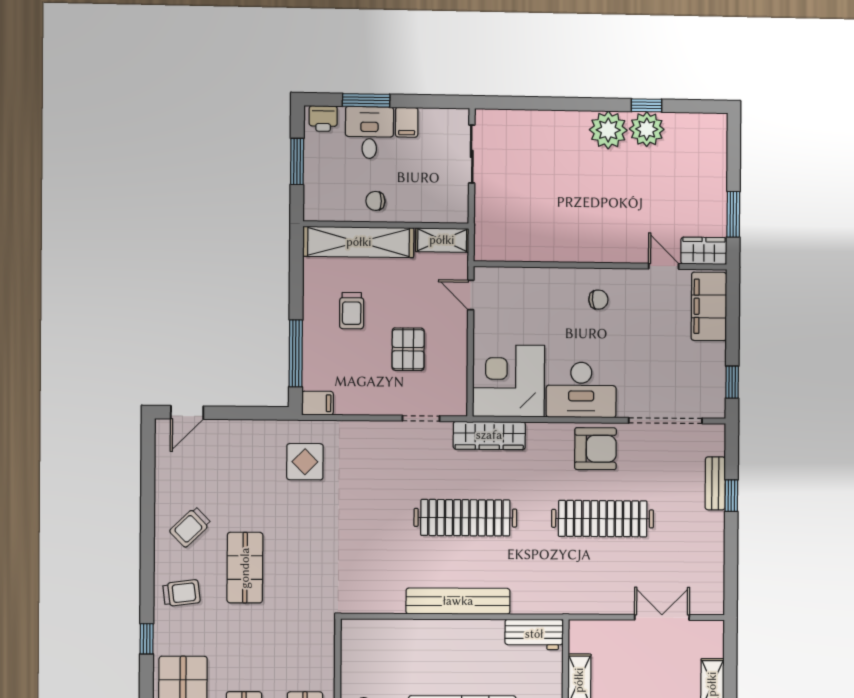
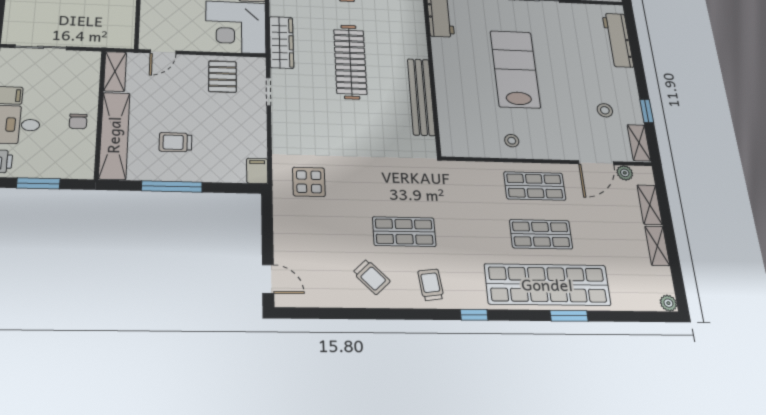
trolley: (352, 311) -> (175, 142), turned 180
pallet: (408, 349) -> (222, 77), moved, turned 90
window: (296, 353) -> (172, 187), moved
bench: (458, 601) -> (421, 97), moved

